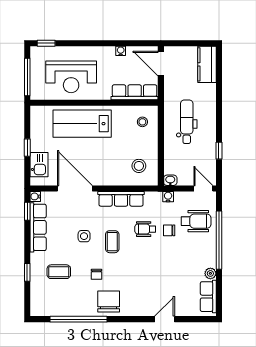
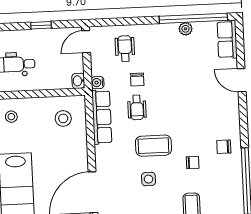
row of seats: (121, 199) -> (102, 117), moved
wheelchair: (196, 221) -> (125, 49), width x0.73, depth x0.73
window: (219, 240) -> (193, 18), moved
coffee table: (112, 242) -> (153, 146), width x1.36, depth x1.30
row of seats: (208, 297) -> (227, 39), moved, turned 90
chair: (109, 301) -> (224, 147), width x0.54, depth x0.54

